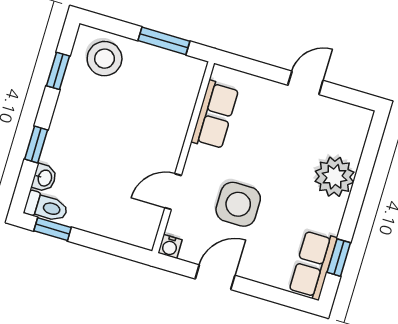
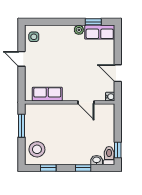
plant: (334, 177) -> (79, 30), moved, width x0.53, depth x0.53
side table: (238, 204) -> (34, 37), moved, width x0.54, depth x0.54

